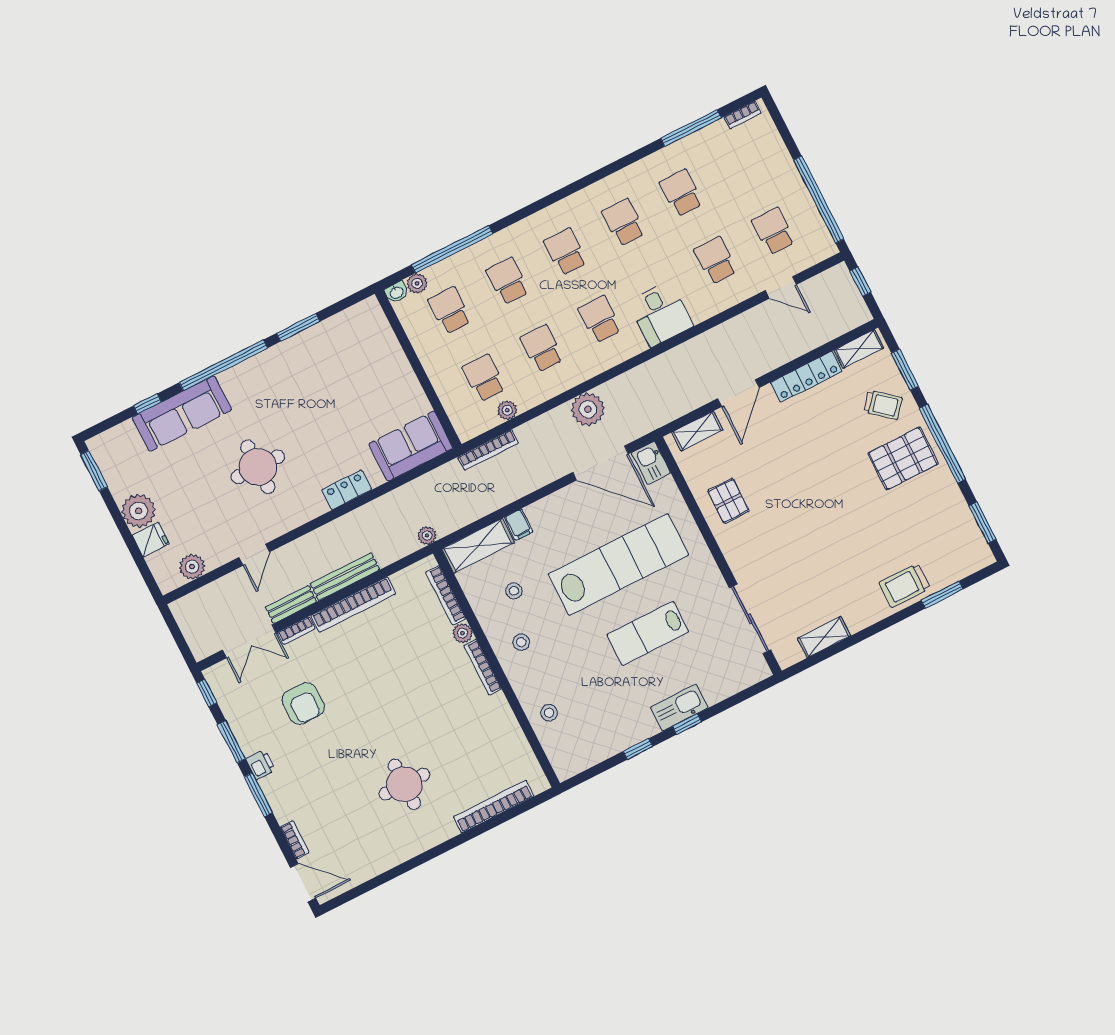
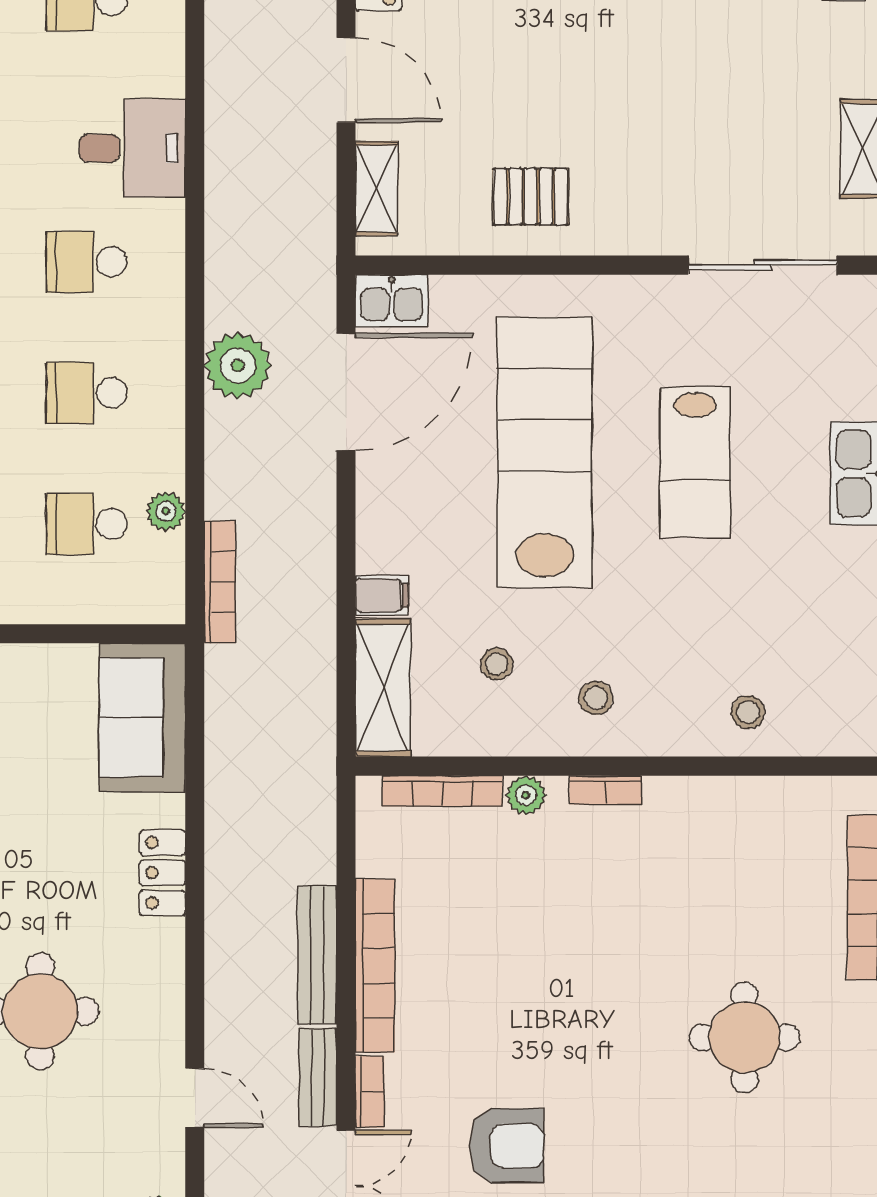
plant: (427, 536) -> (318, 770), removed
bookcase: (483, 667) -> (606, 790), width x0.64

